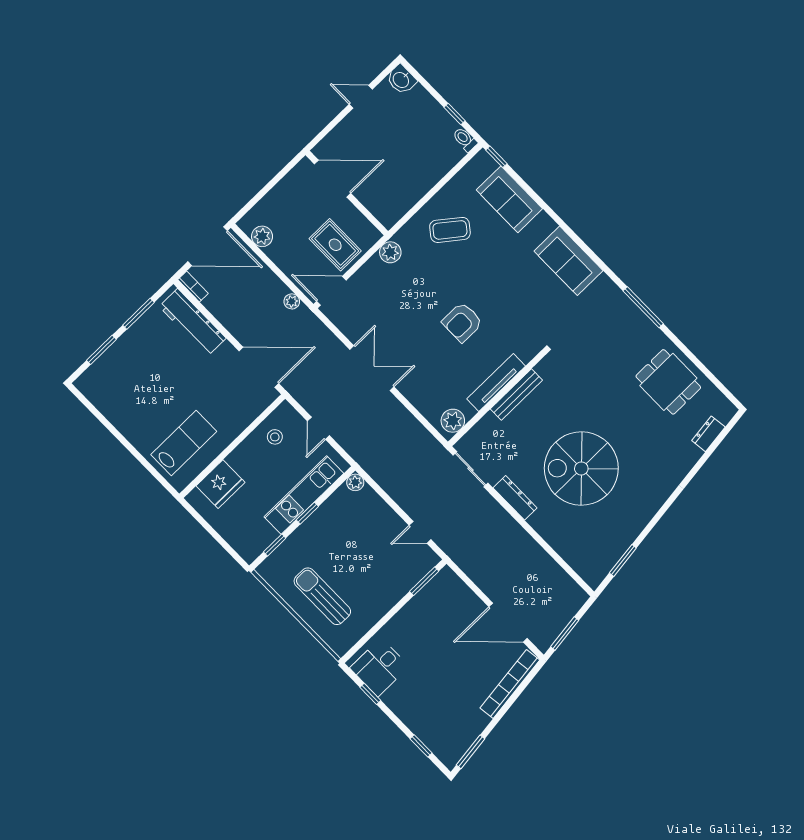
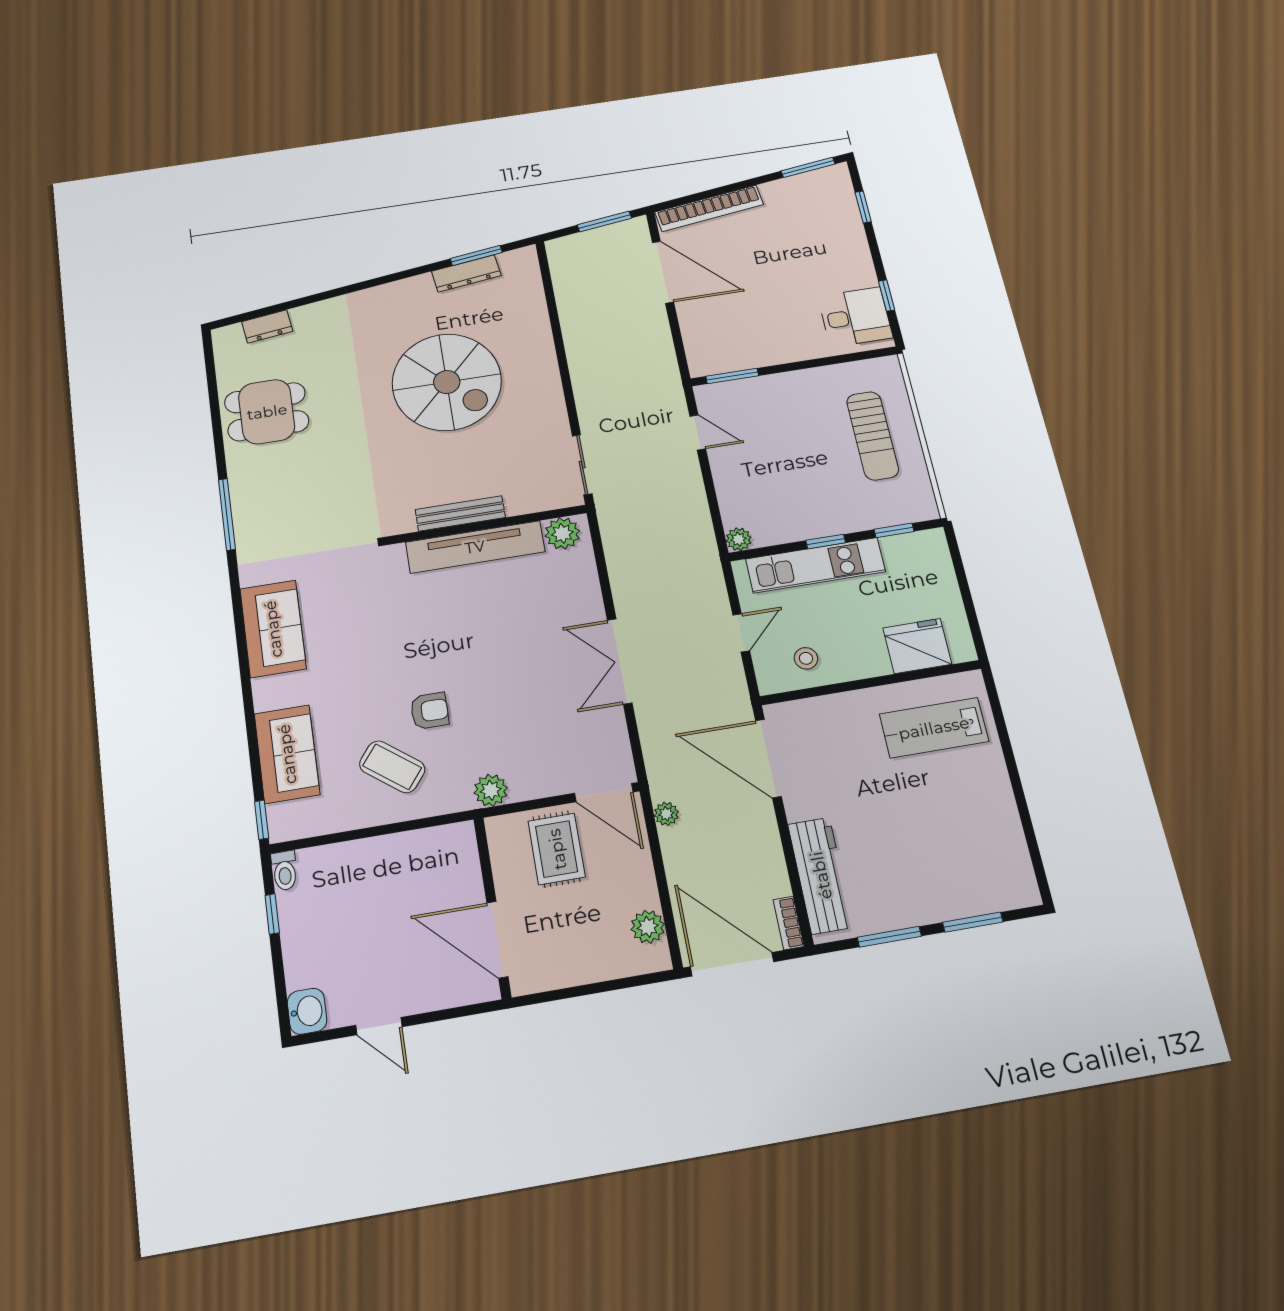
armchair: (462, 322) -> (430, 711), moved, width x0.72, depth x0.72
tv unit: (496, 382) -> (475, 547), width x1.36, depth x1.29
dining table: (668, 382) -> (267, 412), turned 90
dresser: (515, 498) -> (466, 273), moved, turned -97

